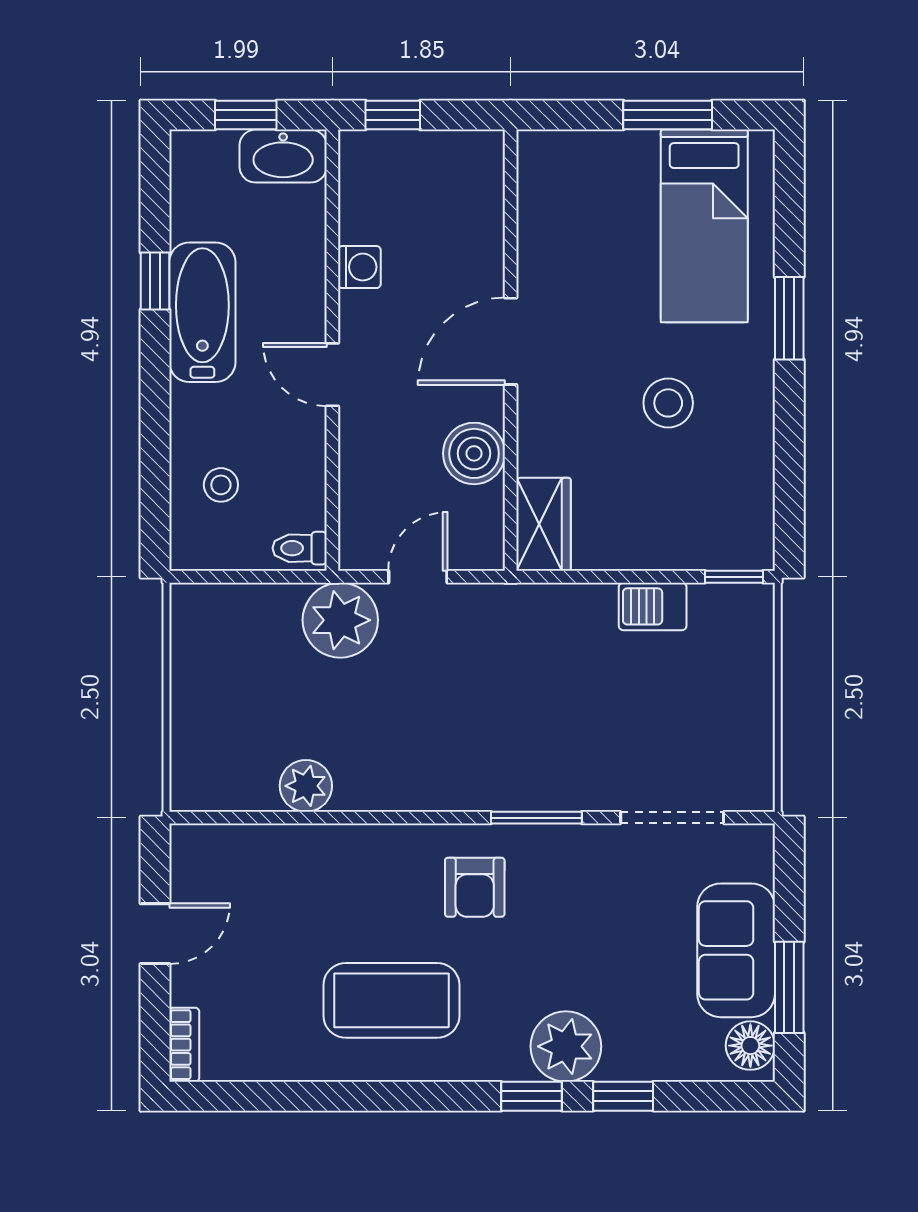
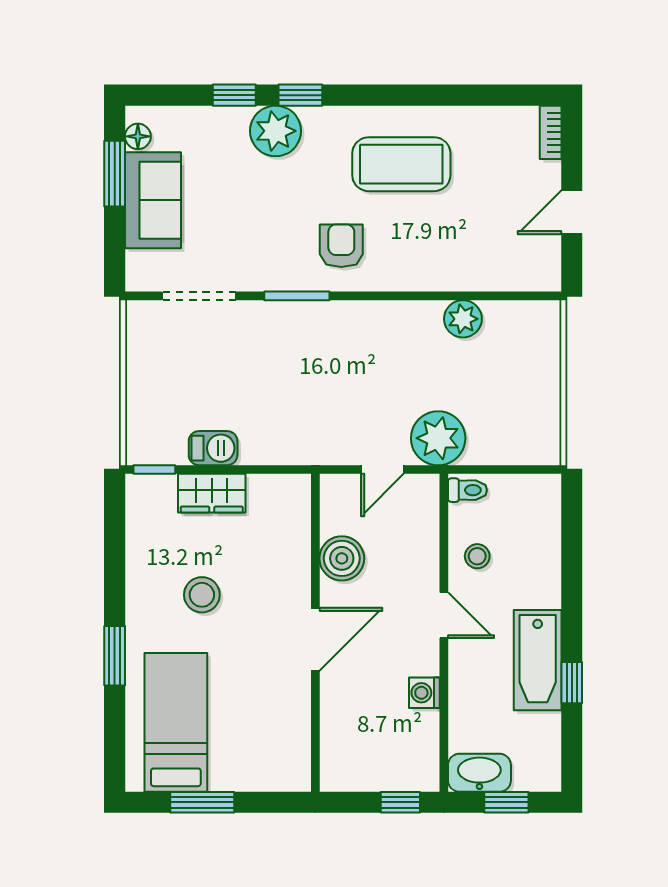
stool: (221, 485) -> (477, 556), moved
wardrobe: (544, 524) -> (212, 493), moved, turned -90
floor lamp: (750, 1046) -> (138, 136), width x0.73, depth x0.73

